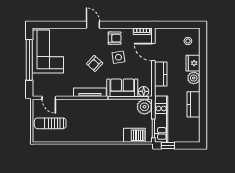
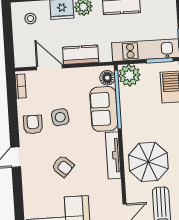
door: (153, 52) -> (49, 67), swing flipped
armchair: (95, 63) -> (63, 166), moved
parasol: (84, 116) -> (148, 162), added

